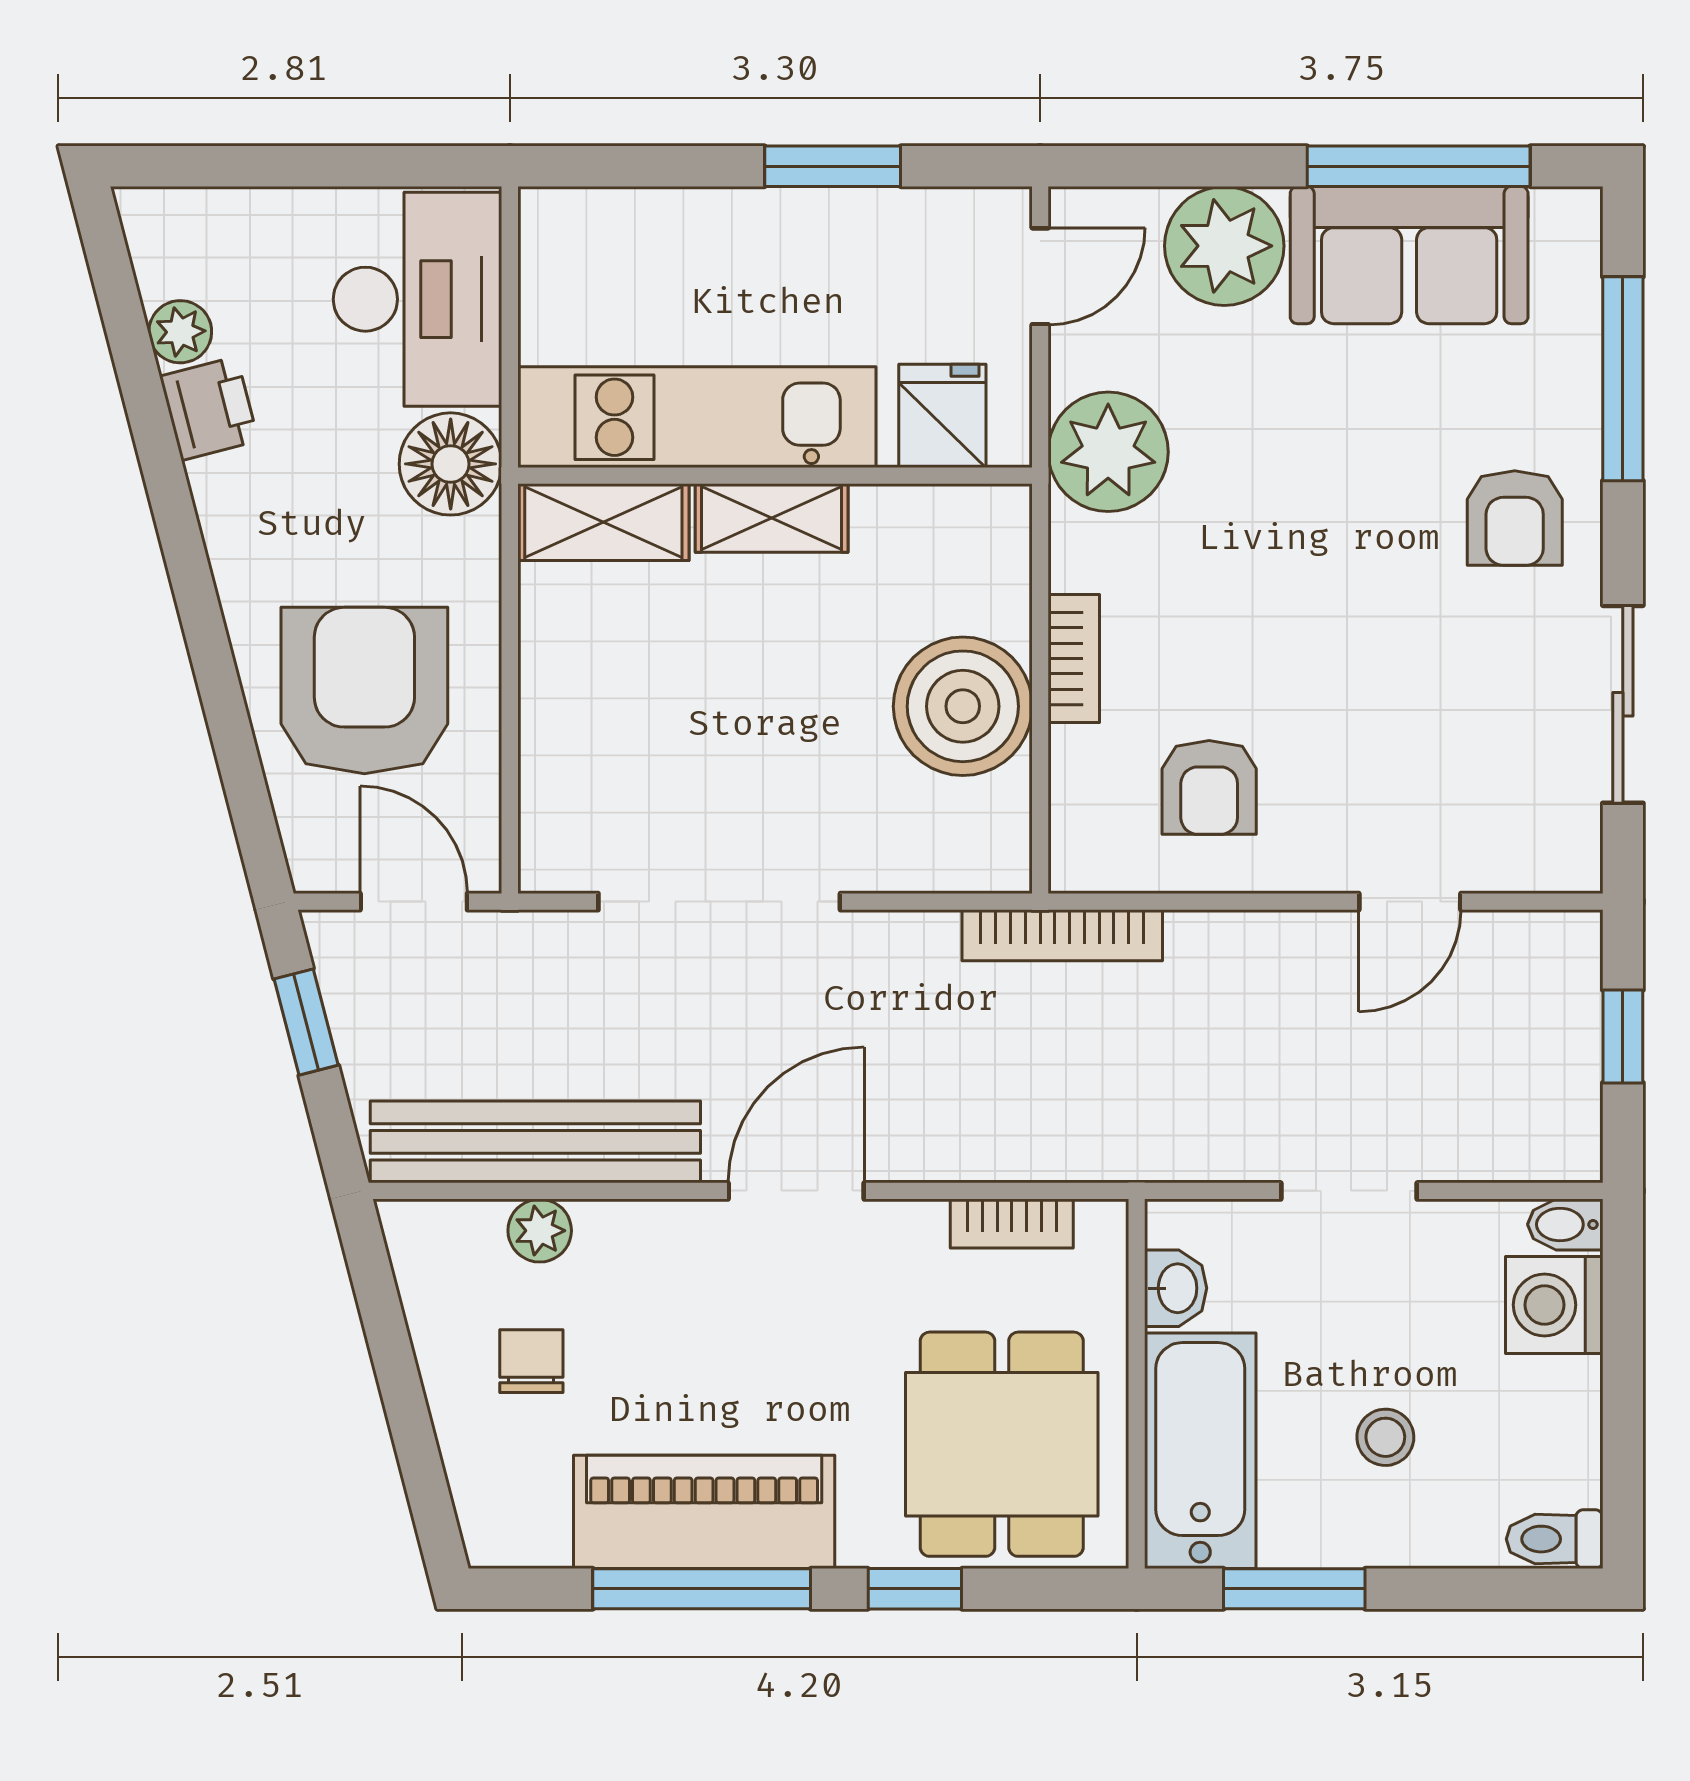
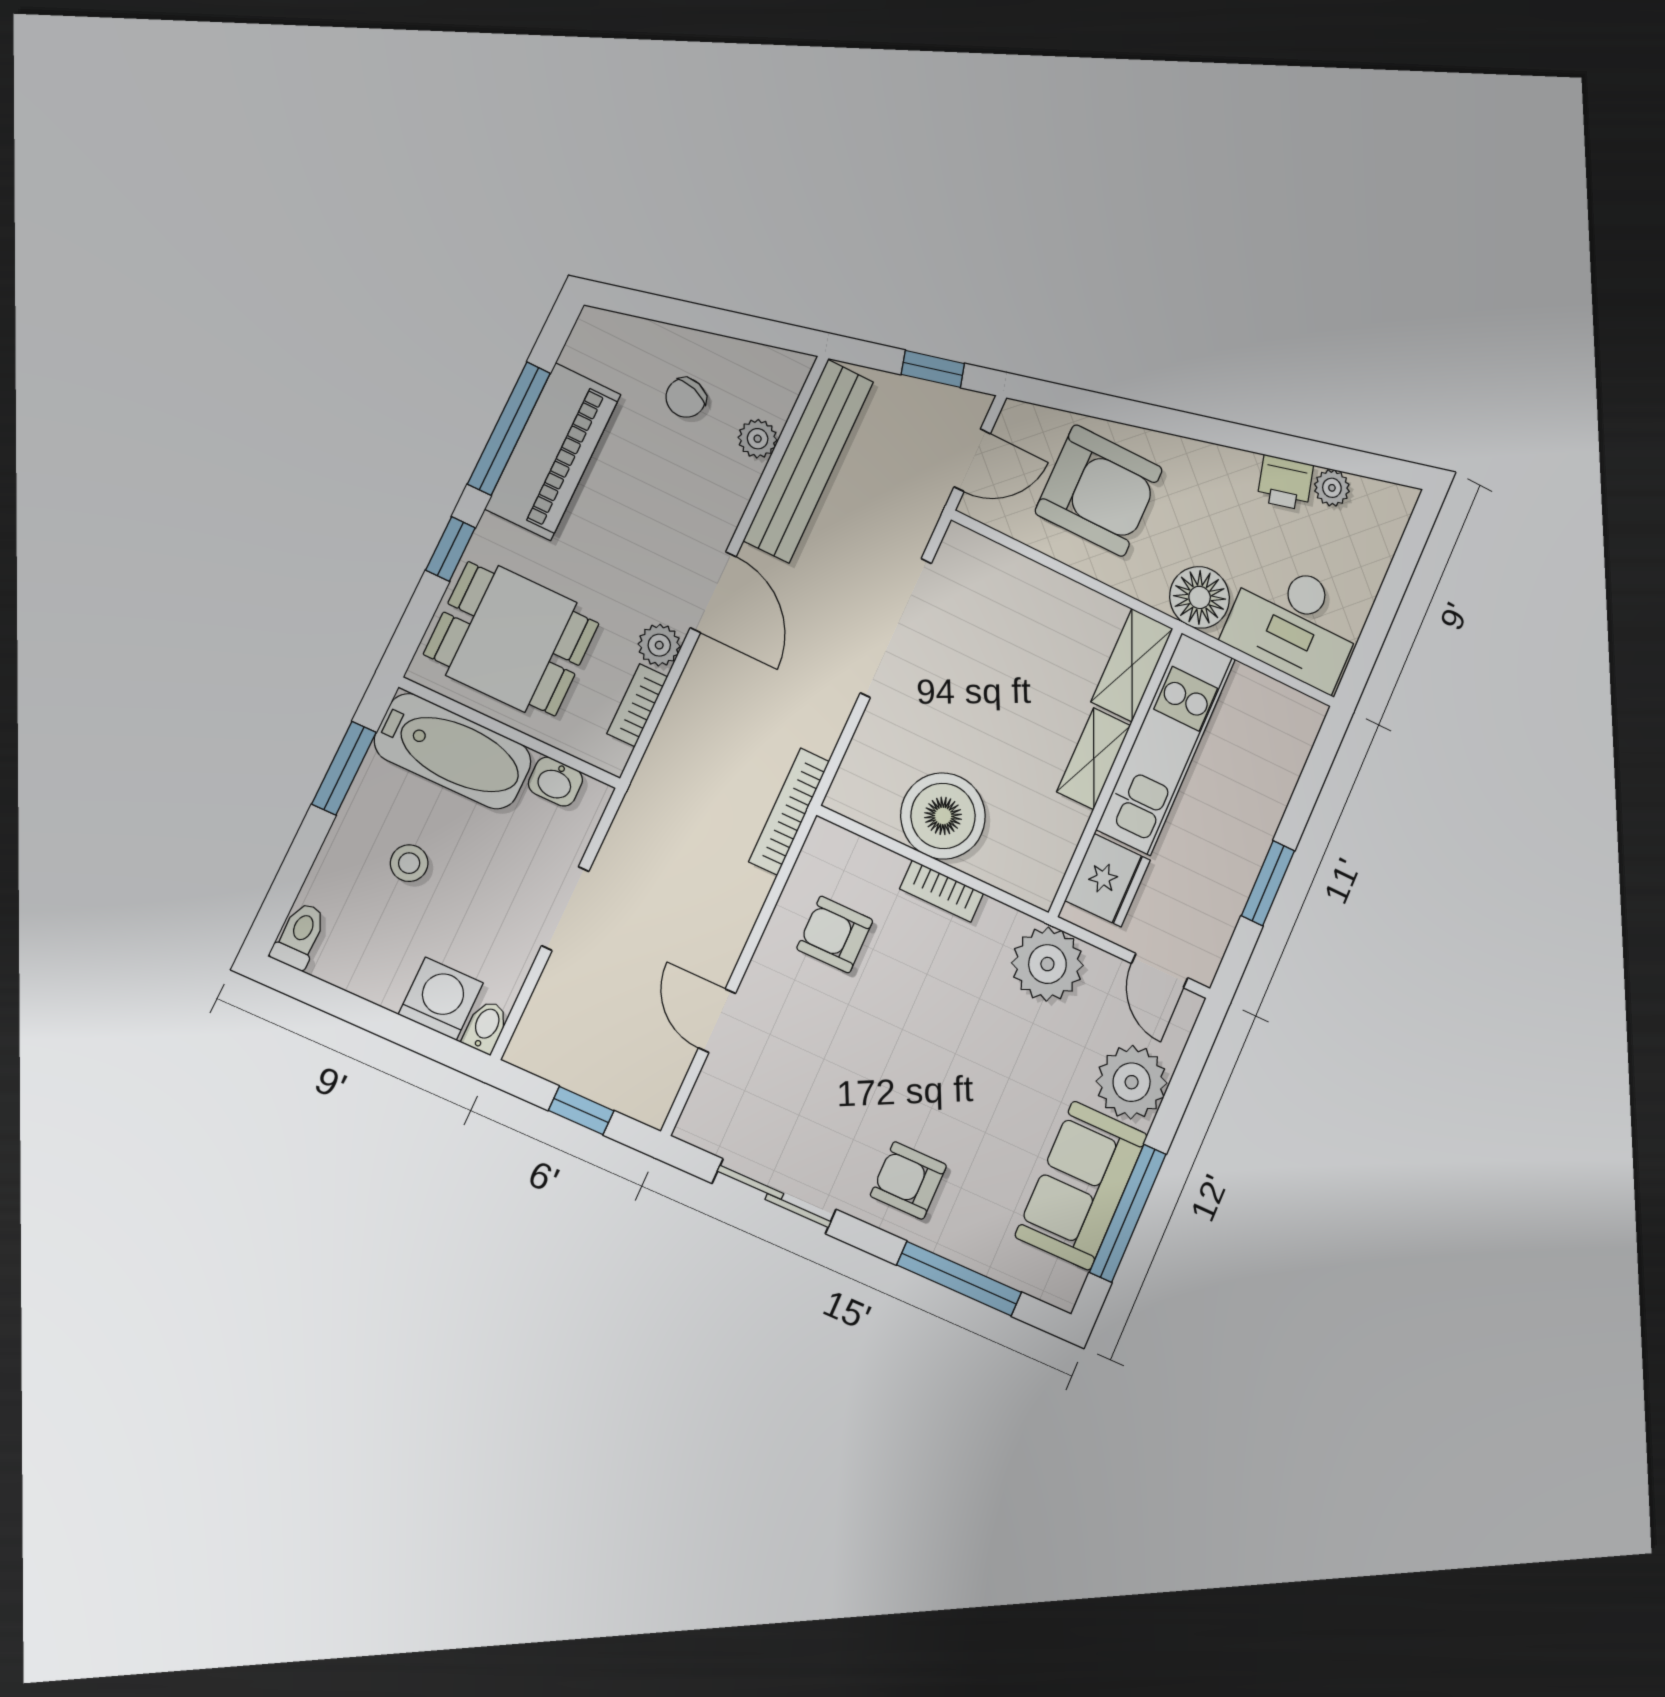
fridge: (942, 416) -> (1108, 880), width x1.38
plant: (910, 1233) -> (659, 645), added
chair: (531, 1361) -> (686, 398), turned 108

